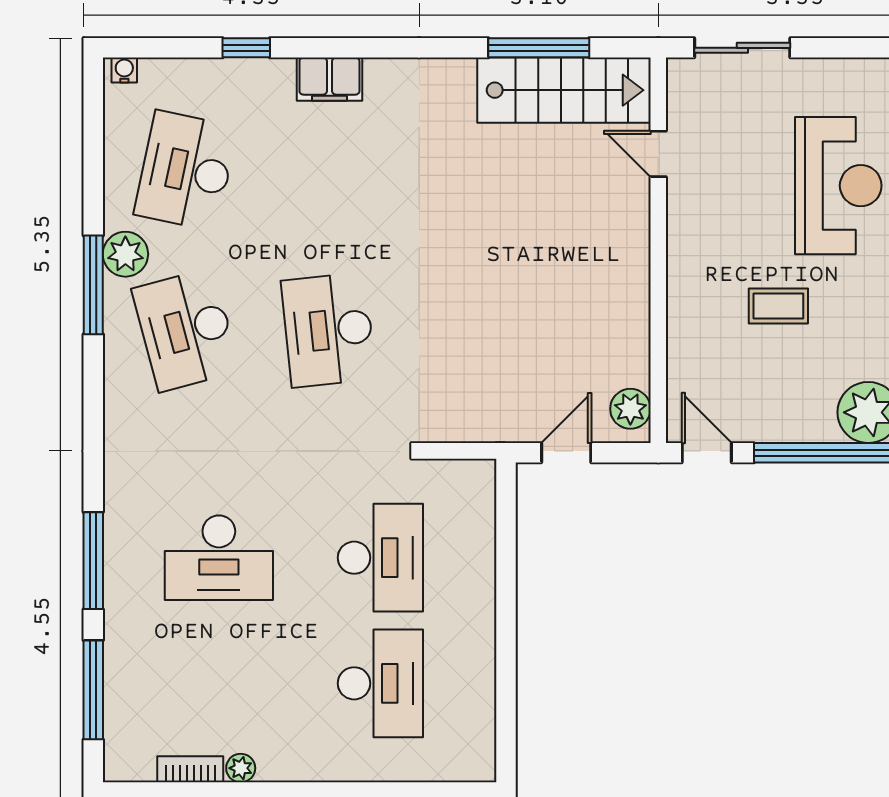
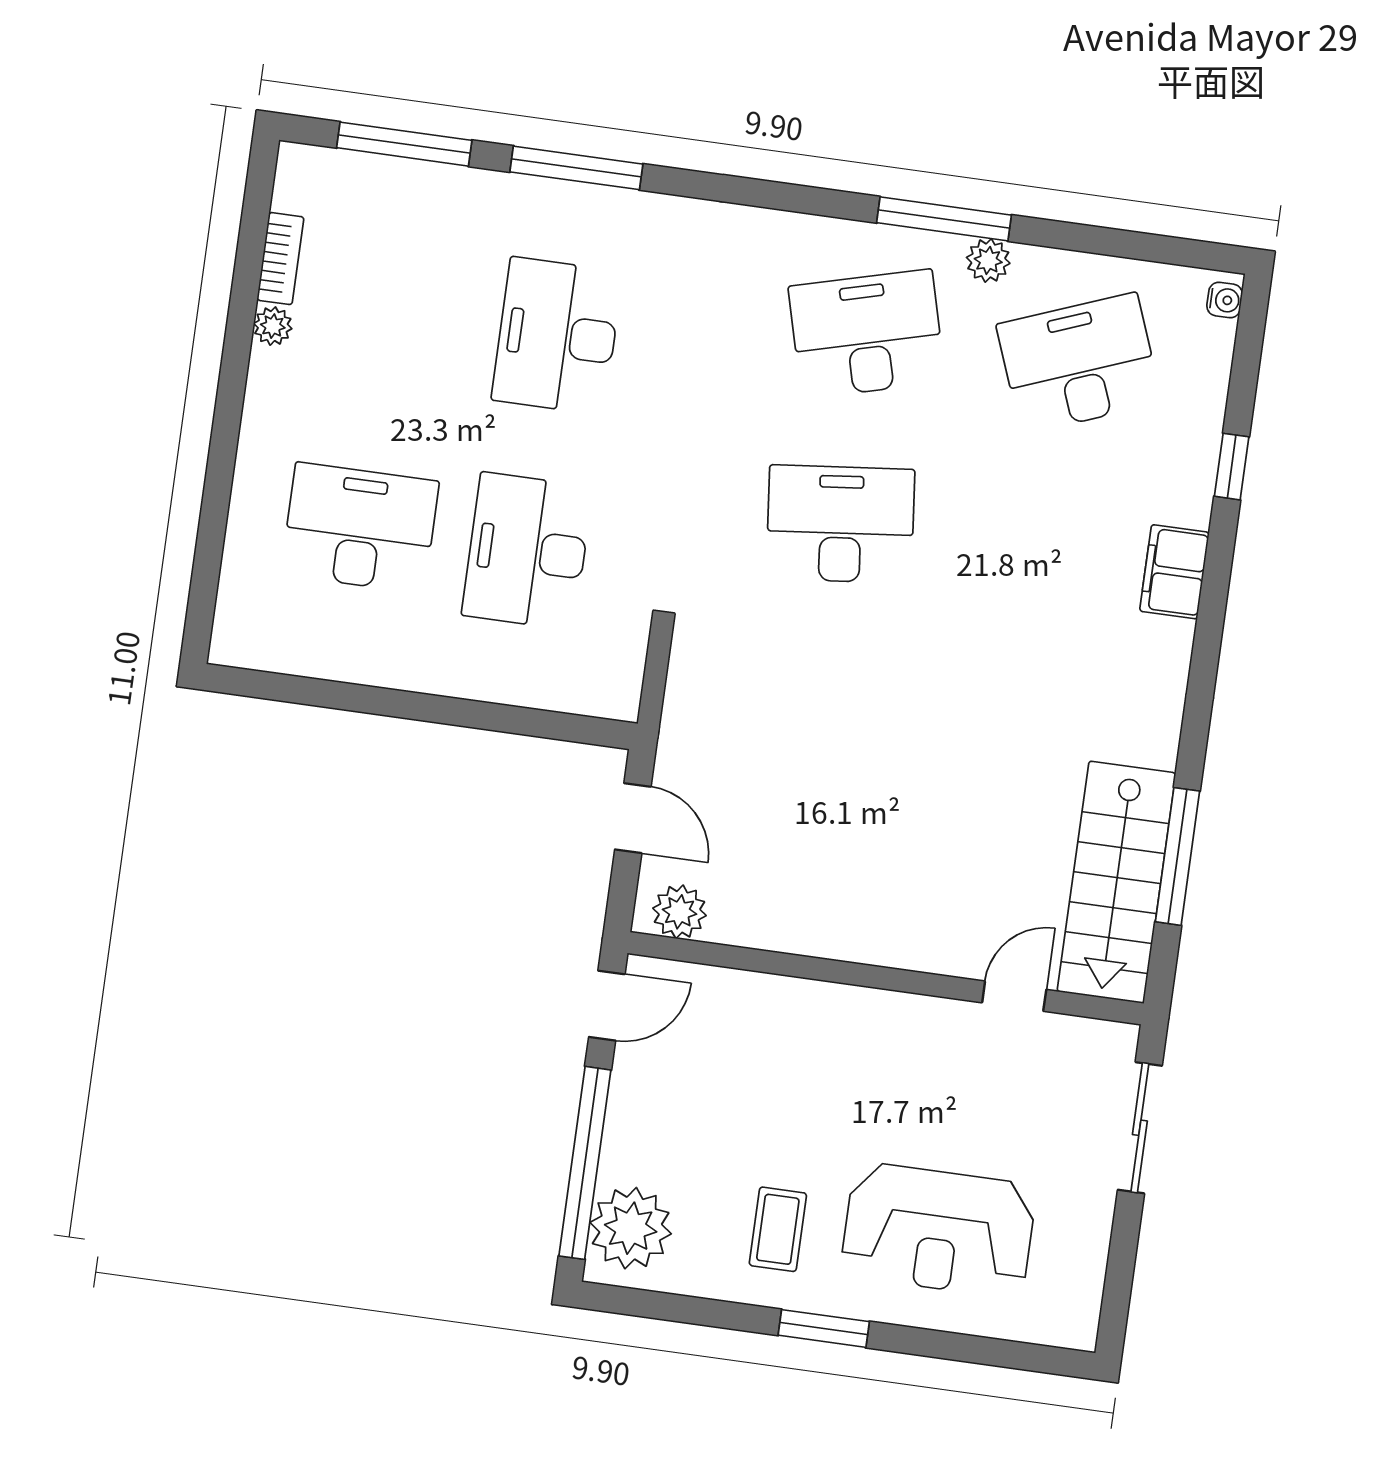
desk: (186, 171) -> (1079, 363), turned -33
plant: (125, 254) -> (988, 260), width x0.73, depth x0.73
coffee table: (778, 306) -> (778, 1229), moved
desk: (380, 558) -> (527, 551), turned 90
desk: (380, 683) -> (360, 528), turned 180

